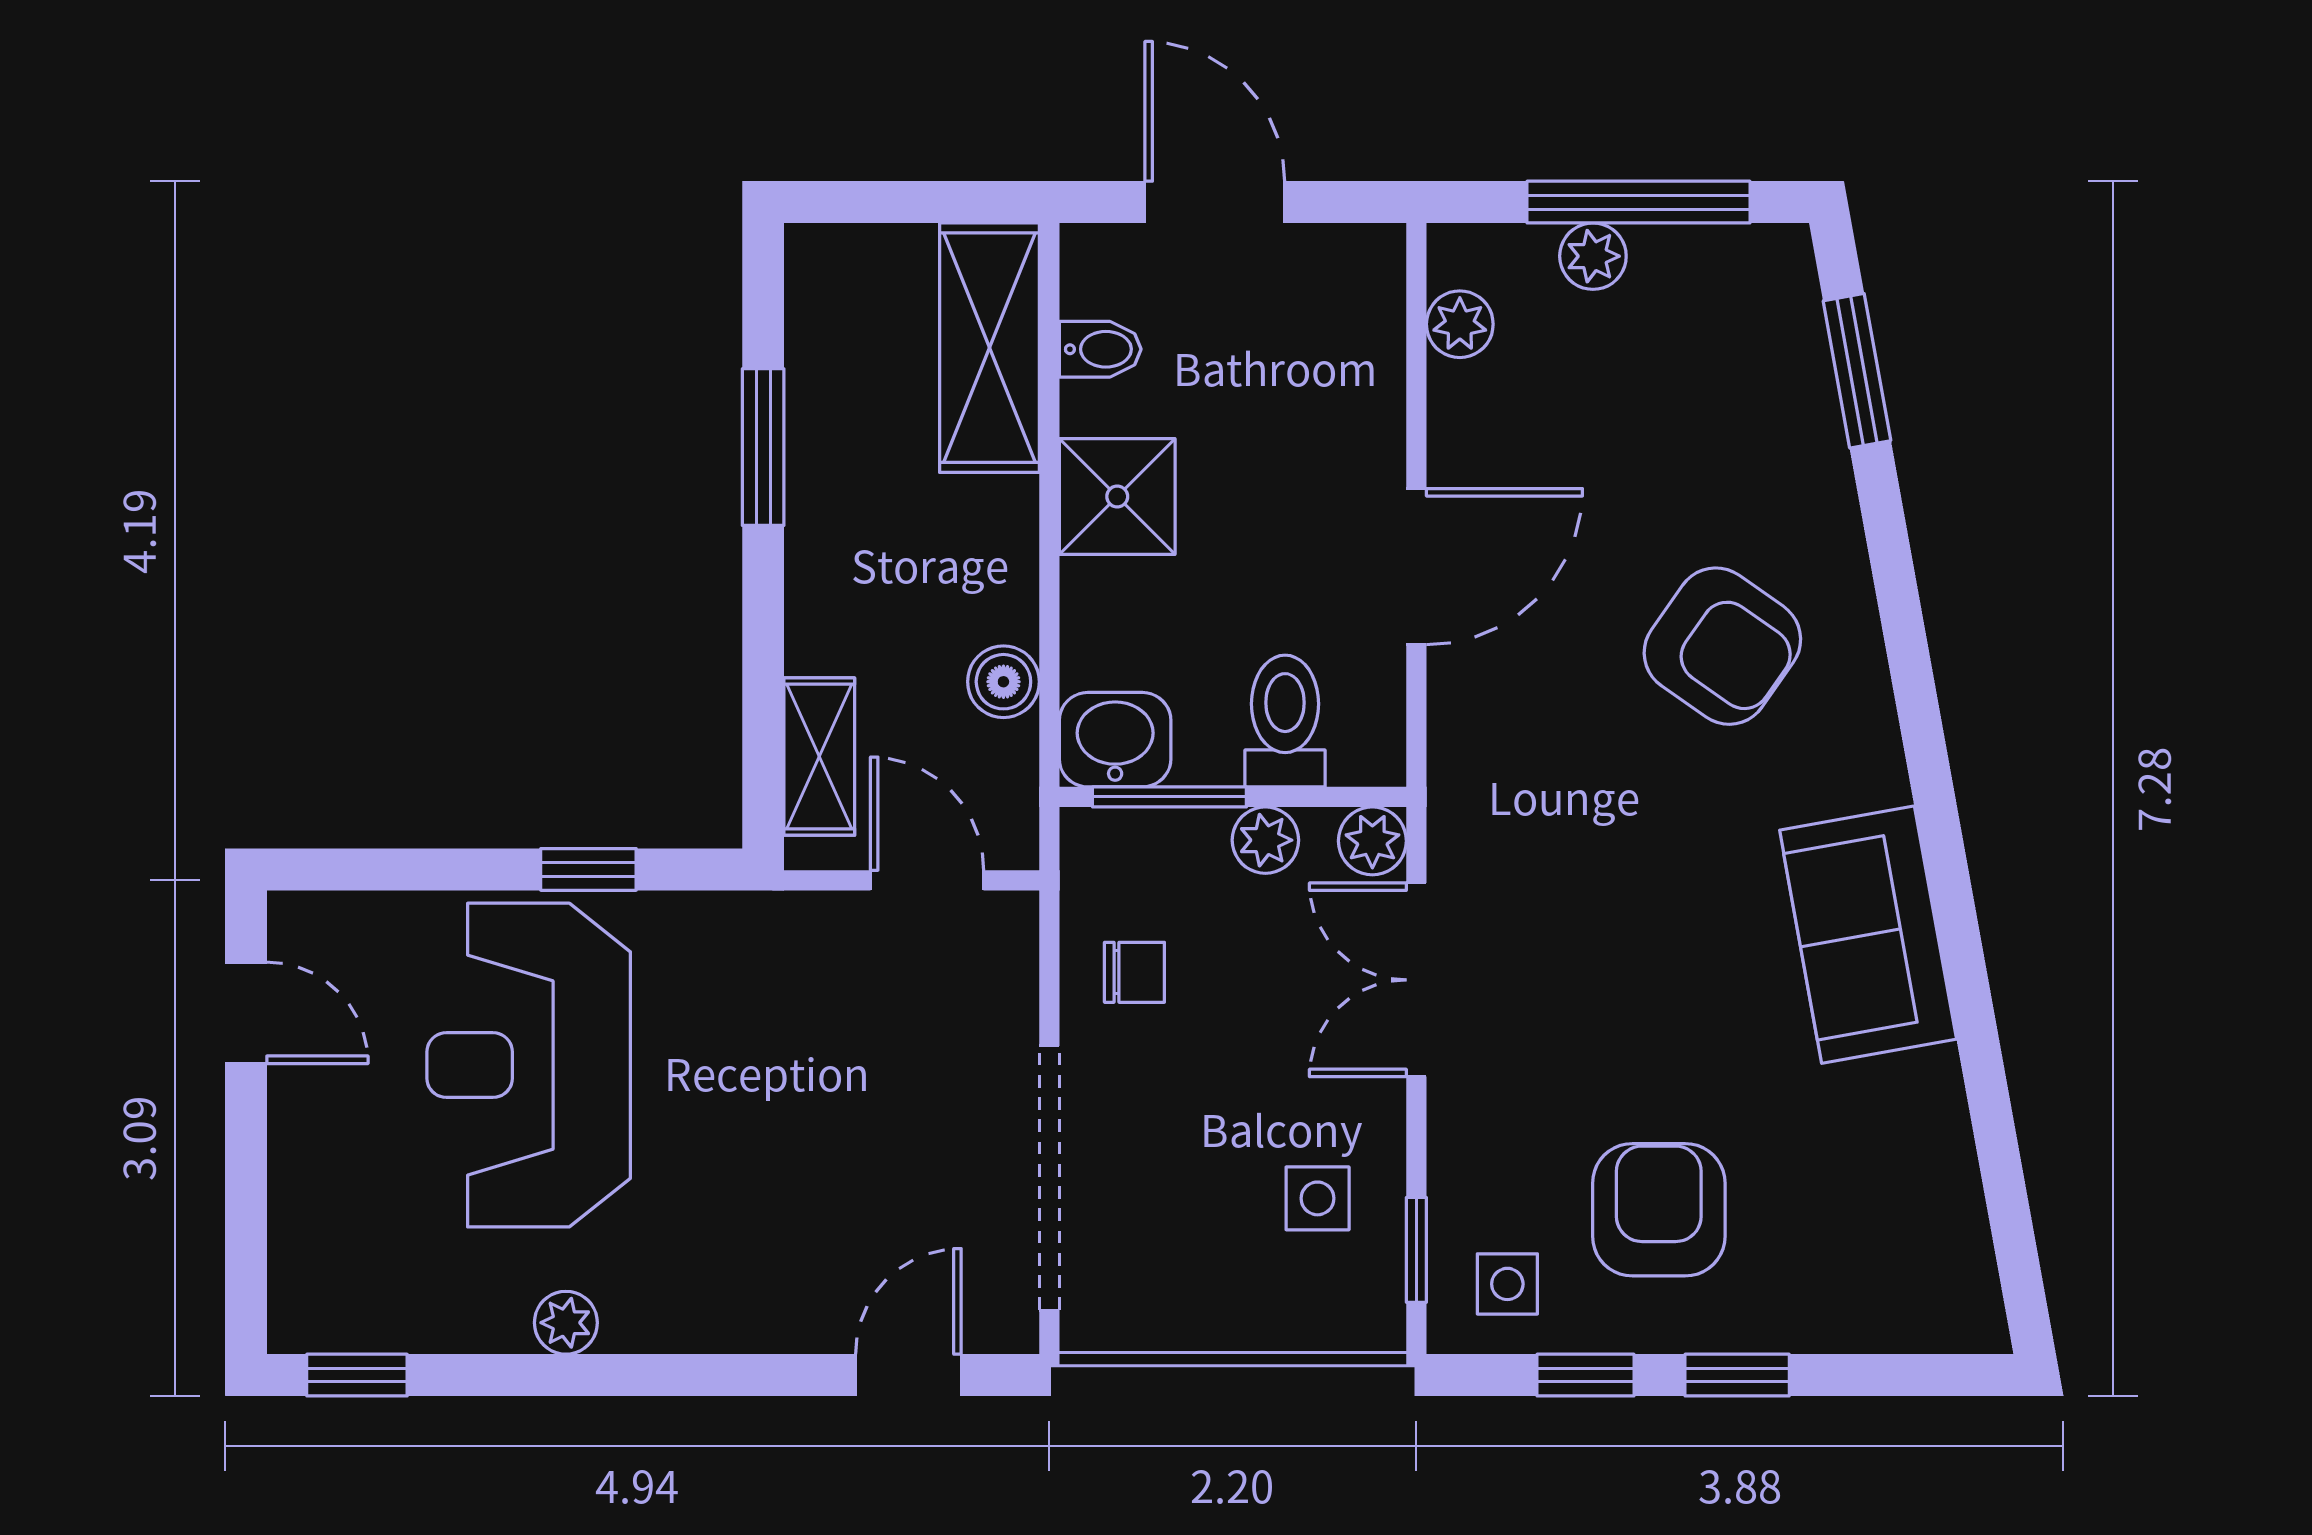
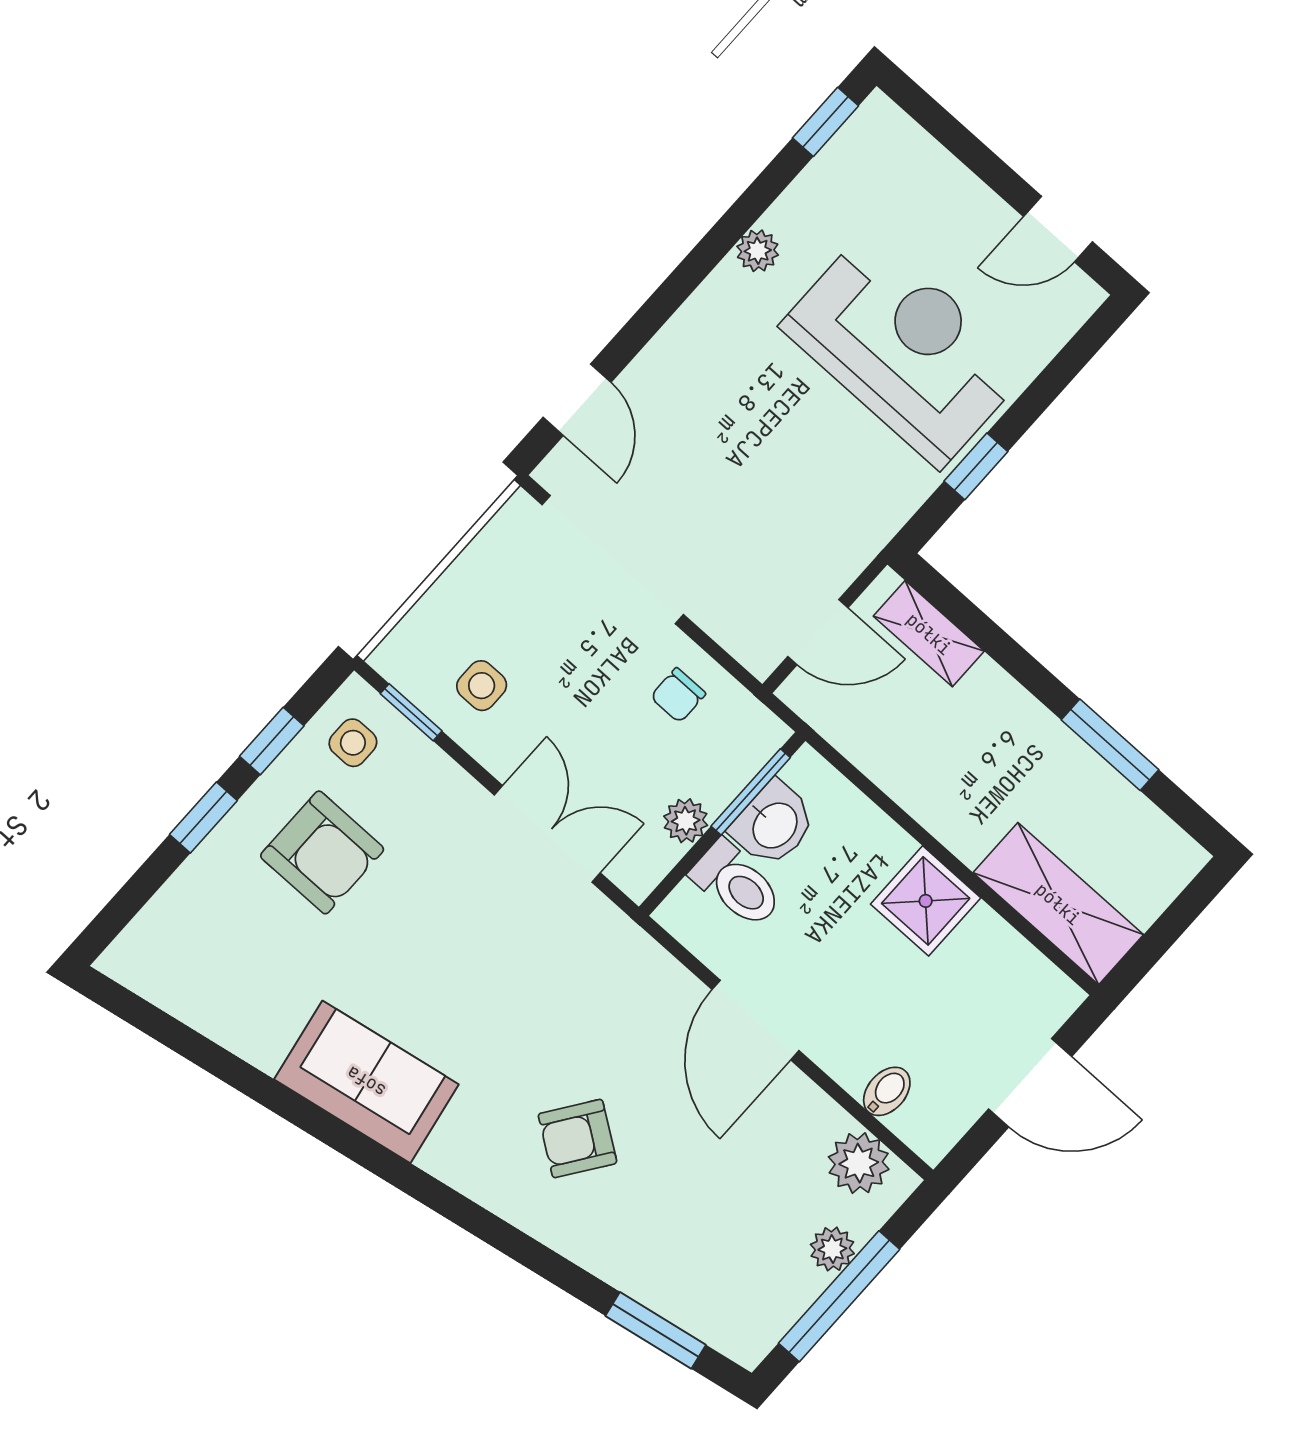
plant: (1460, 324) -> (859, 1163), width x1.38, depth x1.38
bidet: (1100, 349) -> (887, 1091), moved, turned 180
armchair: (1722, 646) -> (578, 1139), width x0.72, depth x0.72
boiler: (1003, 682) -> (884, 760), removed
washbasin: (1115, 740) -> (774, 824), moved
plant: (1372, 841) -> (637, 874), removed

